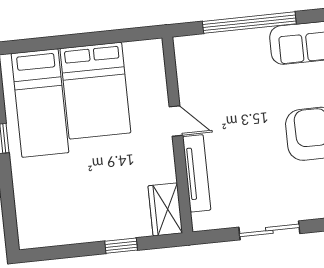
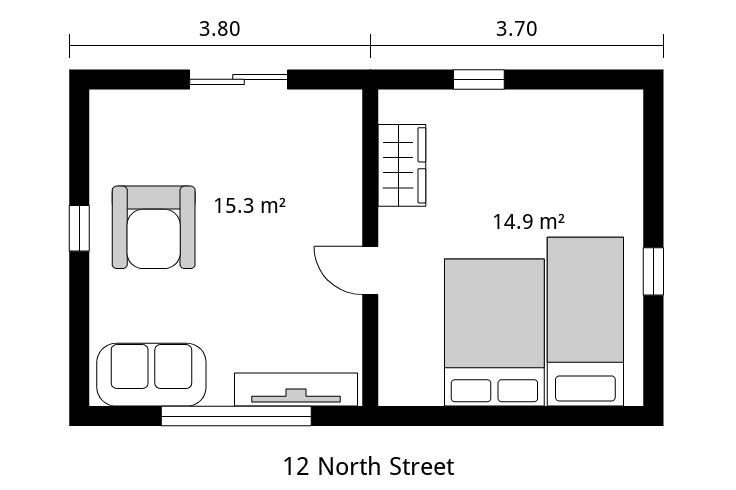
tv unit: (197, 173) -> (296, 390), moved, turned 90
wardrobe: (165, 209) -> (402, 165), moved

